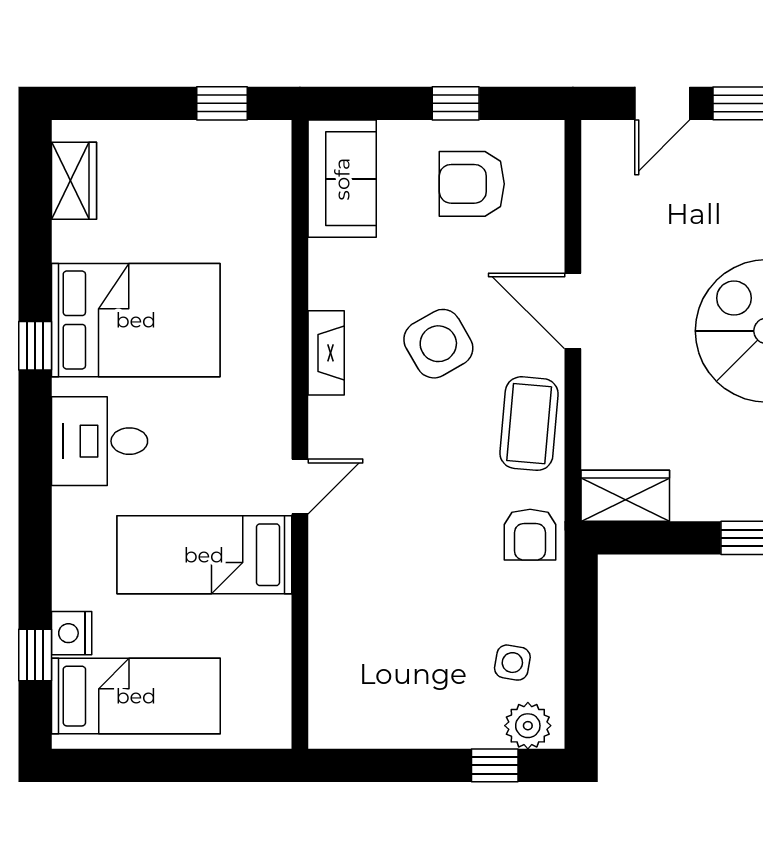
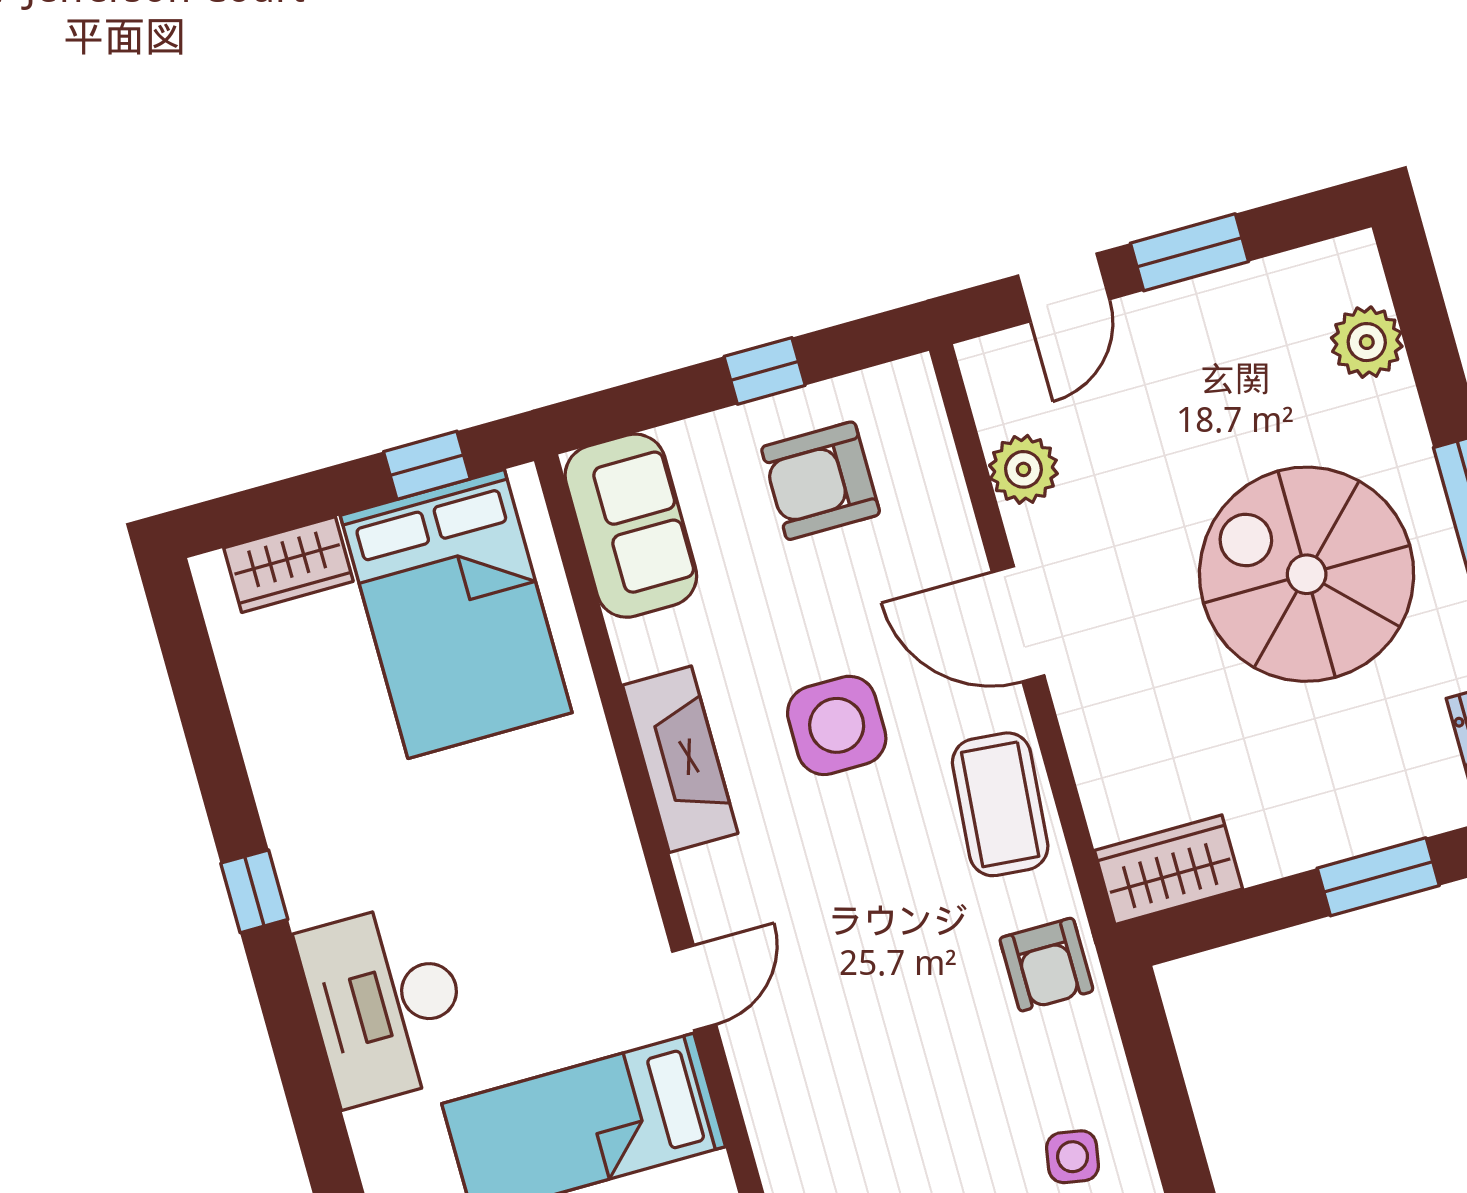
wardrobe: (74, 181) -> (289, 565), moved, turned 90
plant: (604, 213) -> (1023, 469), added
bed: (136, 320) -> (456, 614), moved, turned 90
side table: (438, 344) -> (837, 725), turned 30
fireplace: (326, 353) -> (680, 759), width x1.37, depth x1.32
desk: (100, 441) -> (386, 1003), width x1.37

